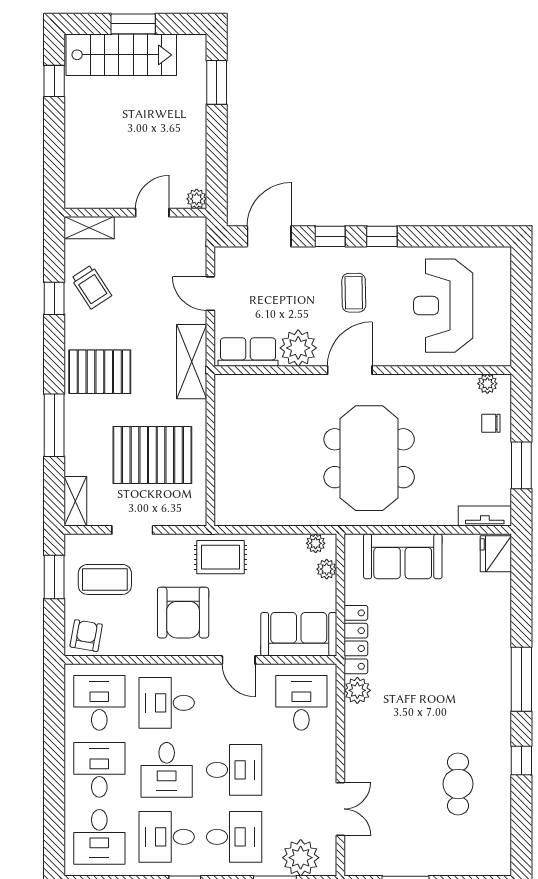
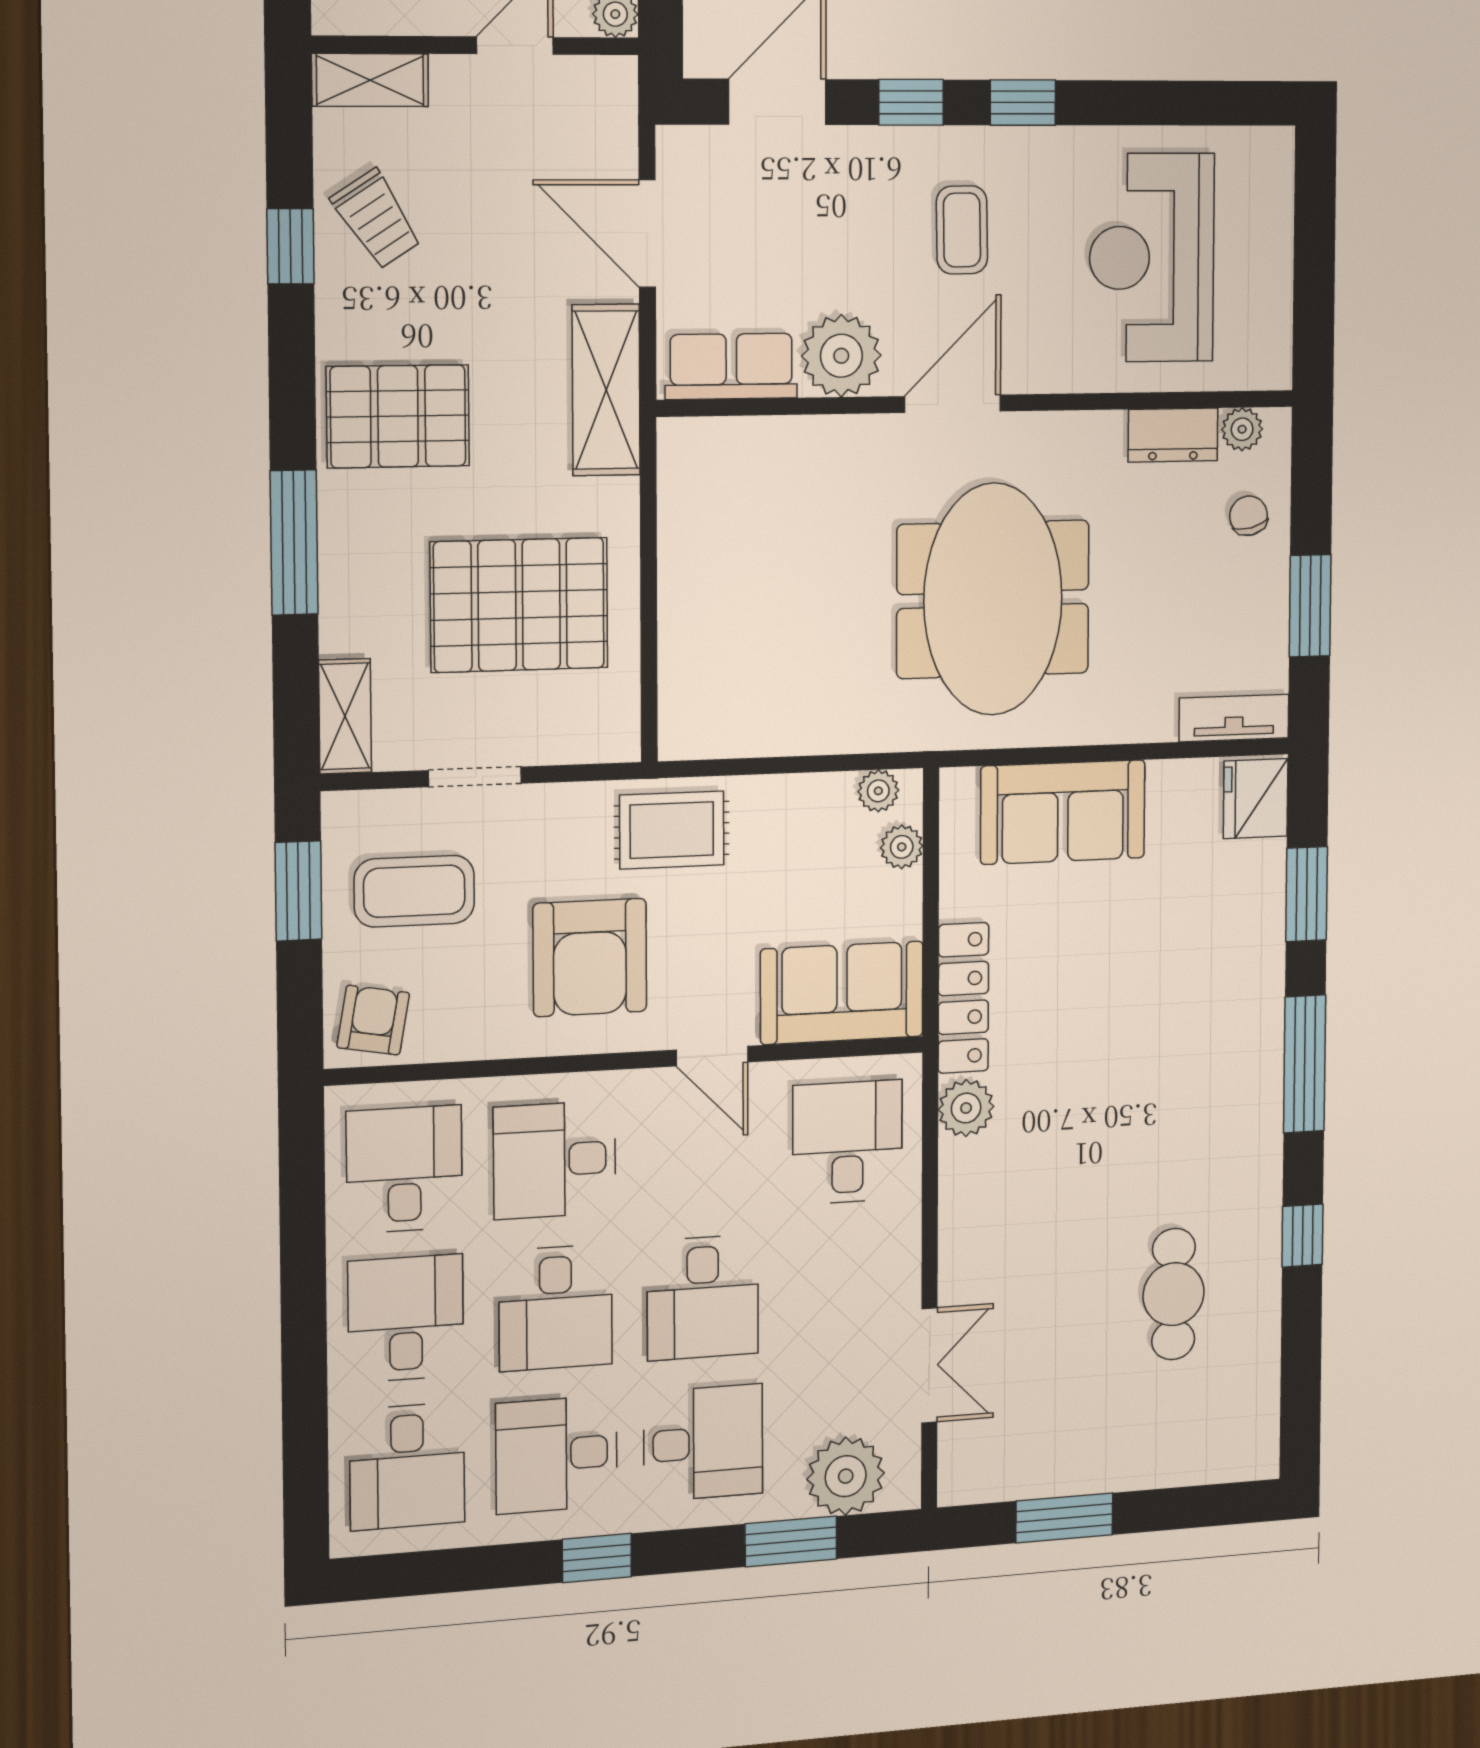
door: (210, 294) -> (647, 233), width x1.38
dresser: (454, 386) -> (1173, 435), added
chair: (491, 423) -> (1249, 516), turned 77
window: (521, 599) -> (1307, 894), added
desk: (234, 770) -> (703, 1297), turned 90

